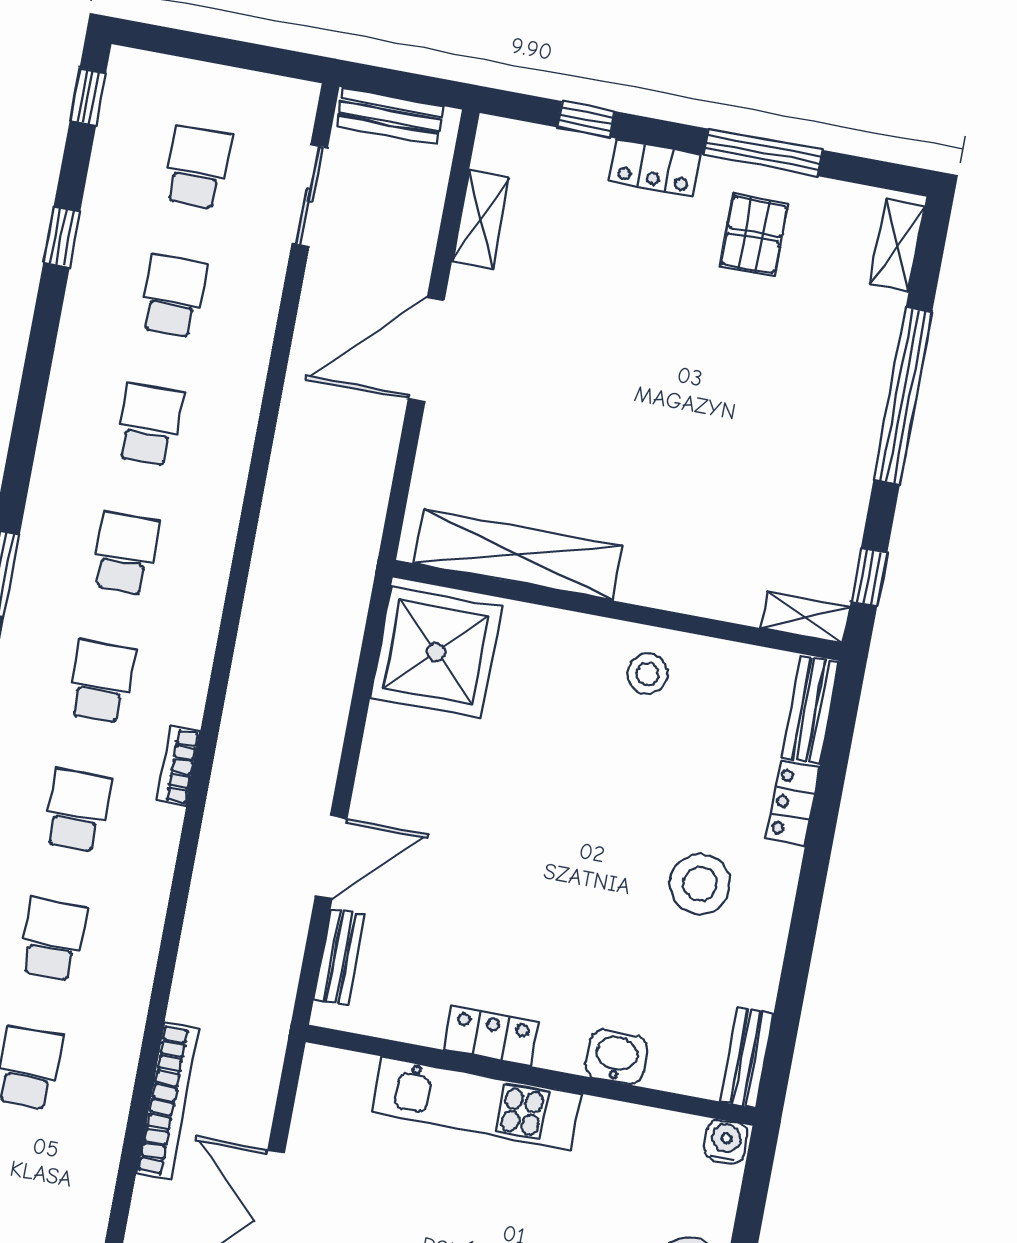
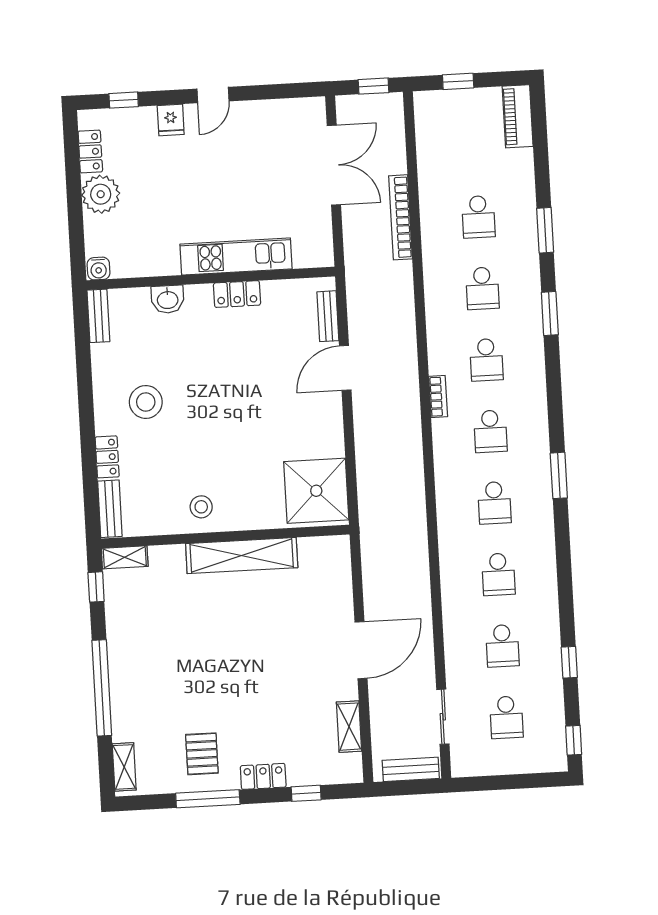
shelving: (518, 555) -> (242, 556), moved

